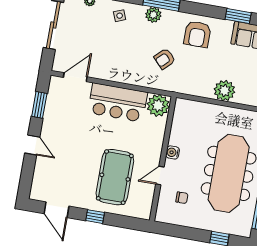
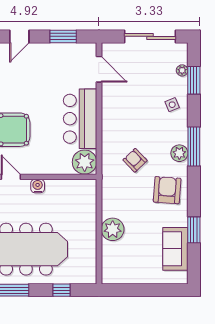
plant: (153, 15) -> (179, 153), moved
armchair: (197, 34) -> (167, 190), turned 94

